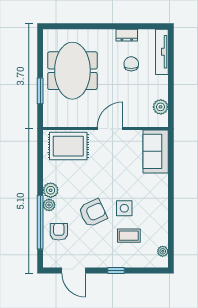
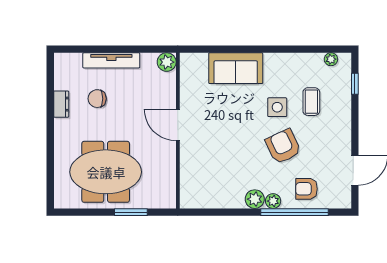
tv unit: (162, 52) -> (111, 60), moved
plant: (161, 107) -> (167, 62), moved
rug: (68, 146) -> (200, 177), removed
sofa: (156, 151) -> (236, 68), moved
window: (116, 271) -> (355, 84), moved

